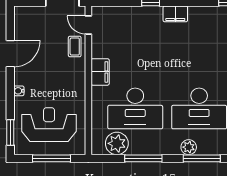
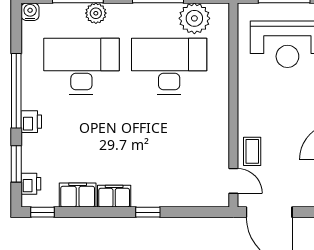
filing cabinet: (100, 72) -> (78, 195), moved, turned 90

